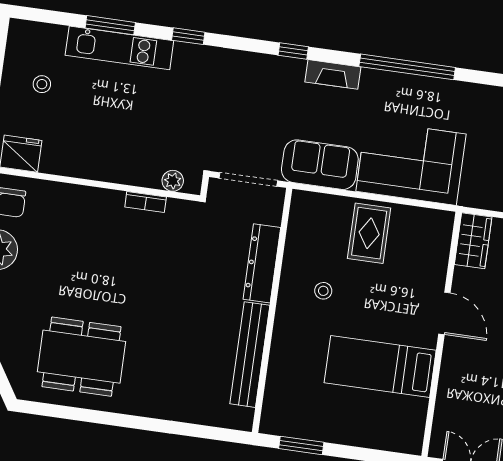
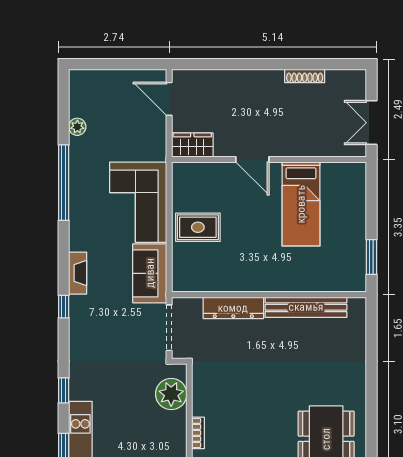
window: (407, 67) -> (64, 183), moved
plant: (173, 181) -> (171, 394), width x1.87, depth x1.87
bookcase: (146, 202) -> (198, 433), moved
stool: (323, 291) -> (248, 257), removed
door: (444, 313) -> (252, 159), swing flipped

